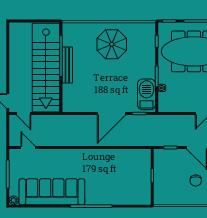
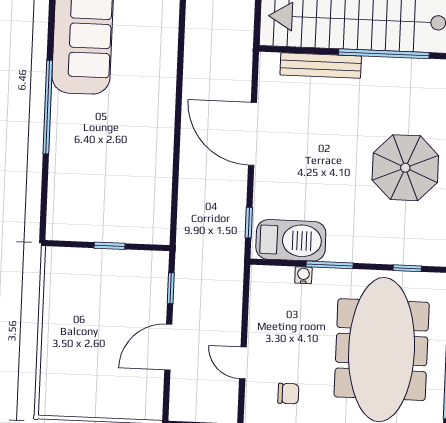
bench: (67, 65) -> (321, 65), moved
door: (111, 114) -> (253, 134), moved
chair: (196, 181) -> (95, 341), removed

